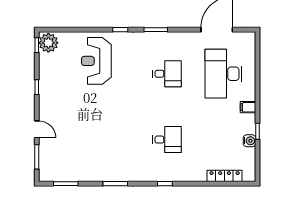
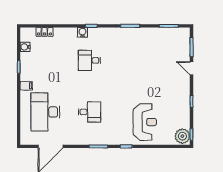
desk: (167, 74) -> (90, 112), turned 180
desk: (223, 74) -> (45, 112), turned 180
water cooler: (249, 141) -> (25, 47), moved
water cooler: (176, 175) -> (82, 32), added
locker: (225, 176) -> (44, 32), width x0.66

